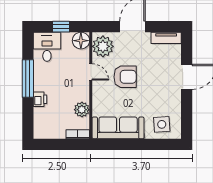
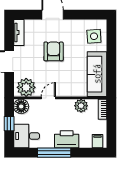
armchair: (125, 77) -> (54, 51), moved
printer: (40, 99) -> (67, 139), width x1.87, depth x1.48
filing cabinet: (41, 128) -> (97, 141), added

